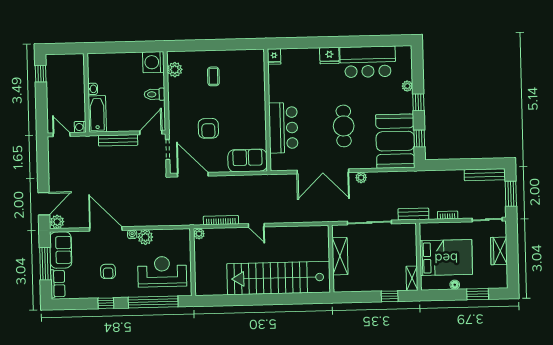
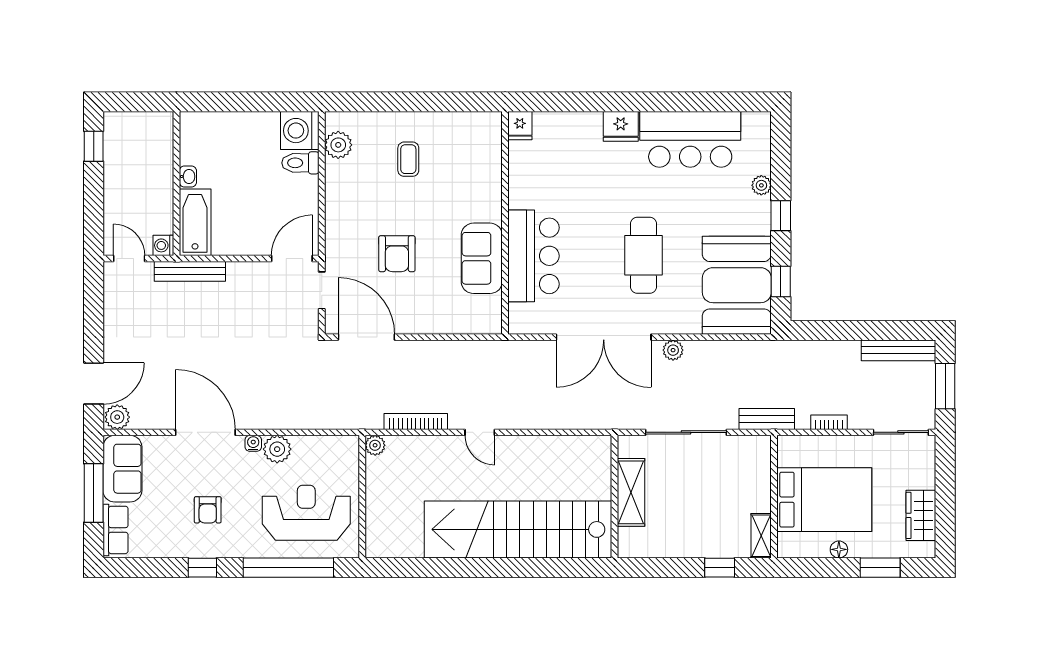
toilet: (155, 94) -> (300, 163), moved
bench: (118, 140) -> (190, 271), moved
sofa: (247, 160) -> (482, 258), moved, turned -90
wardrobe: (499, 251) -> (921, 515), moved

